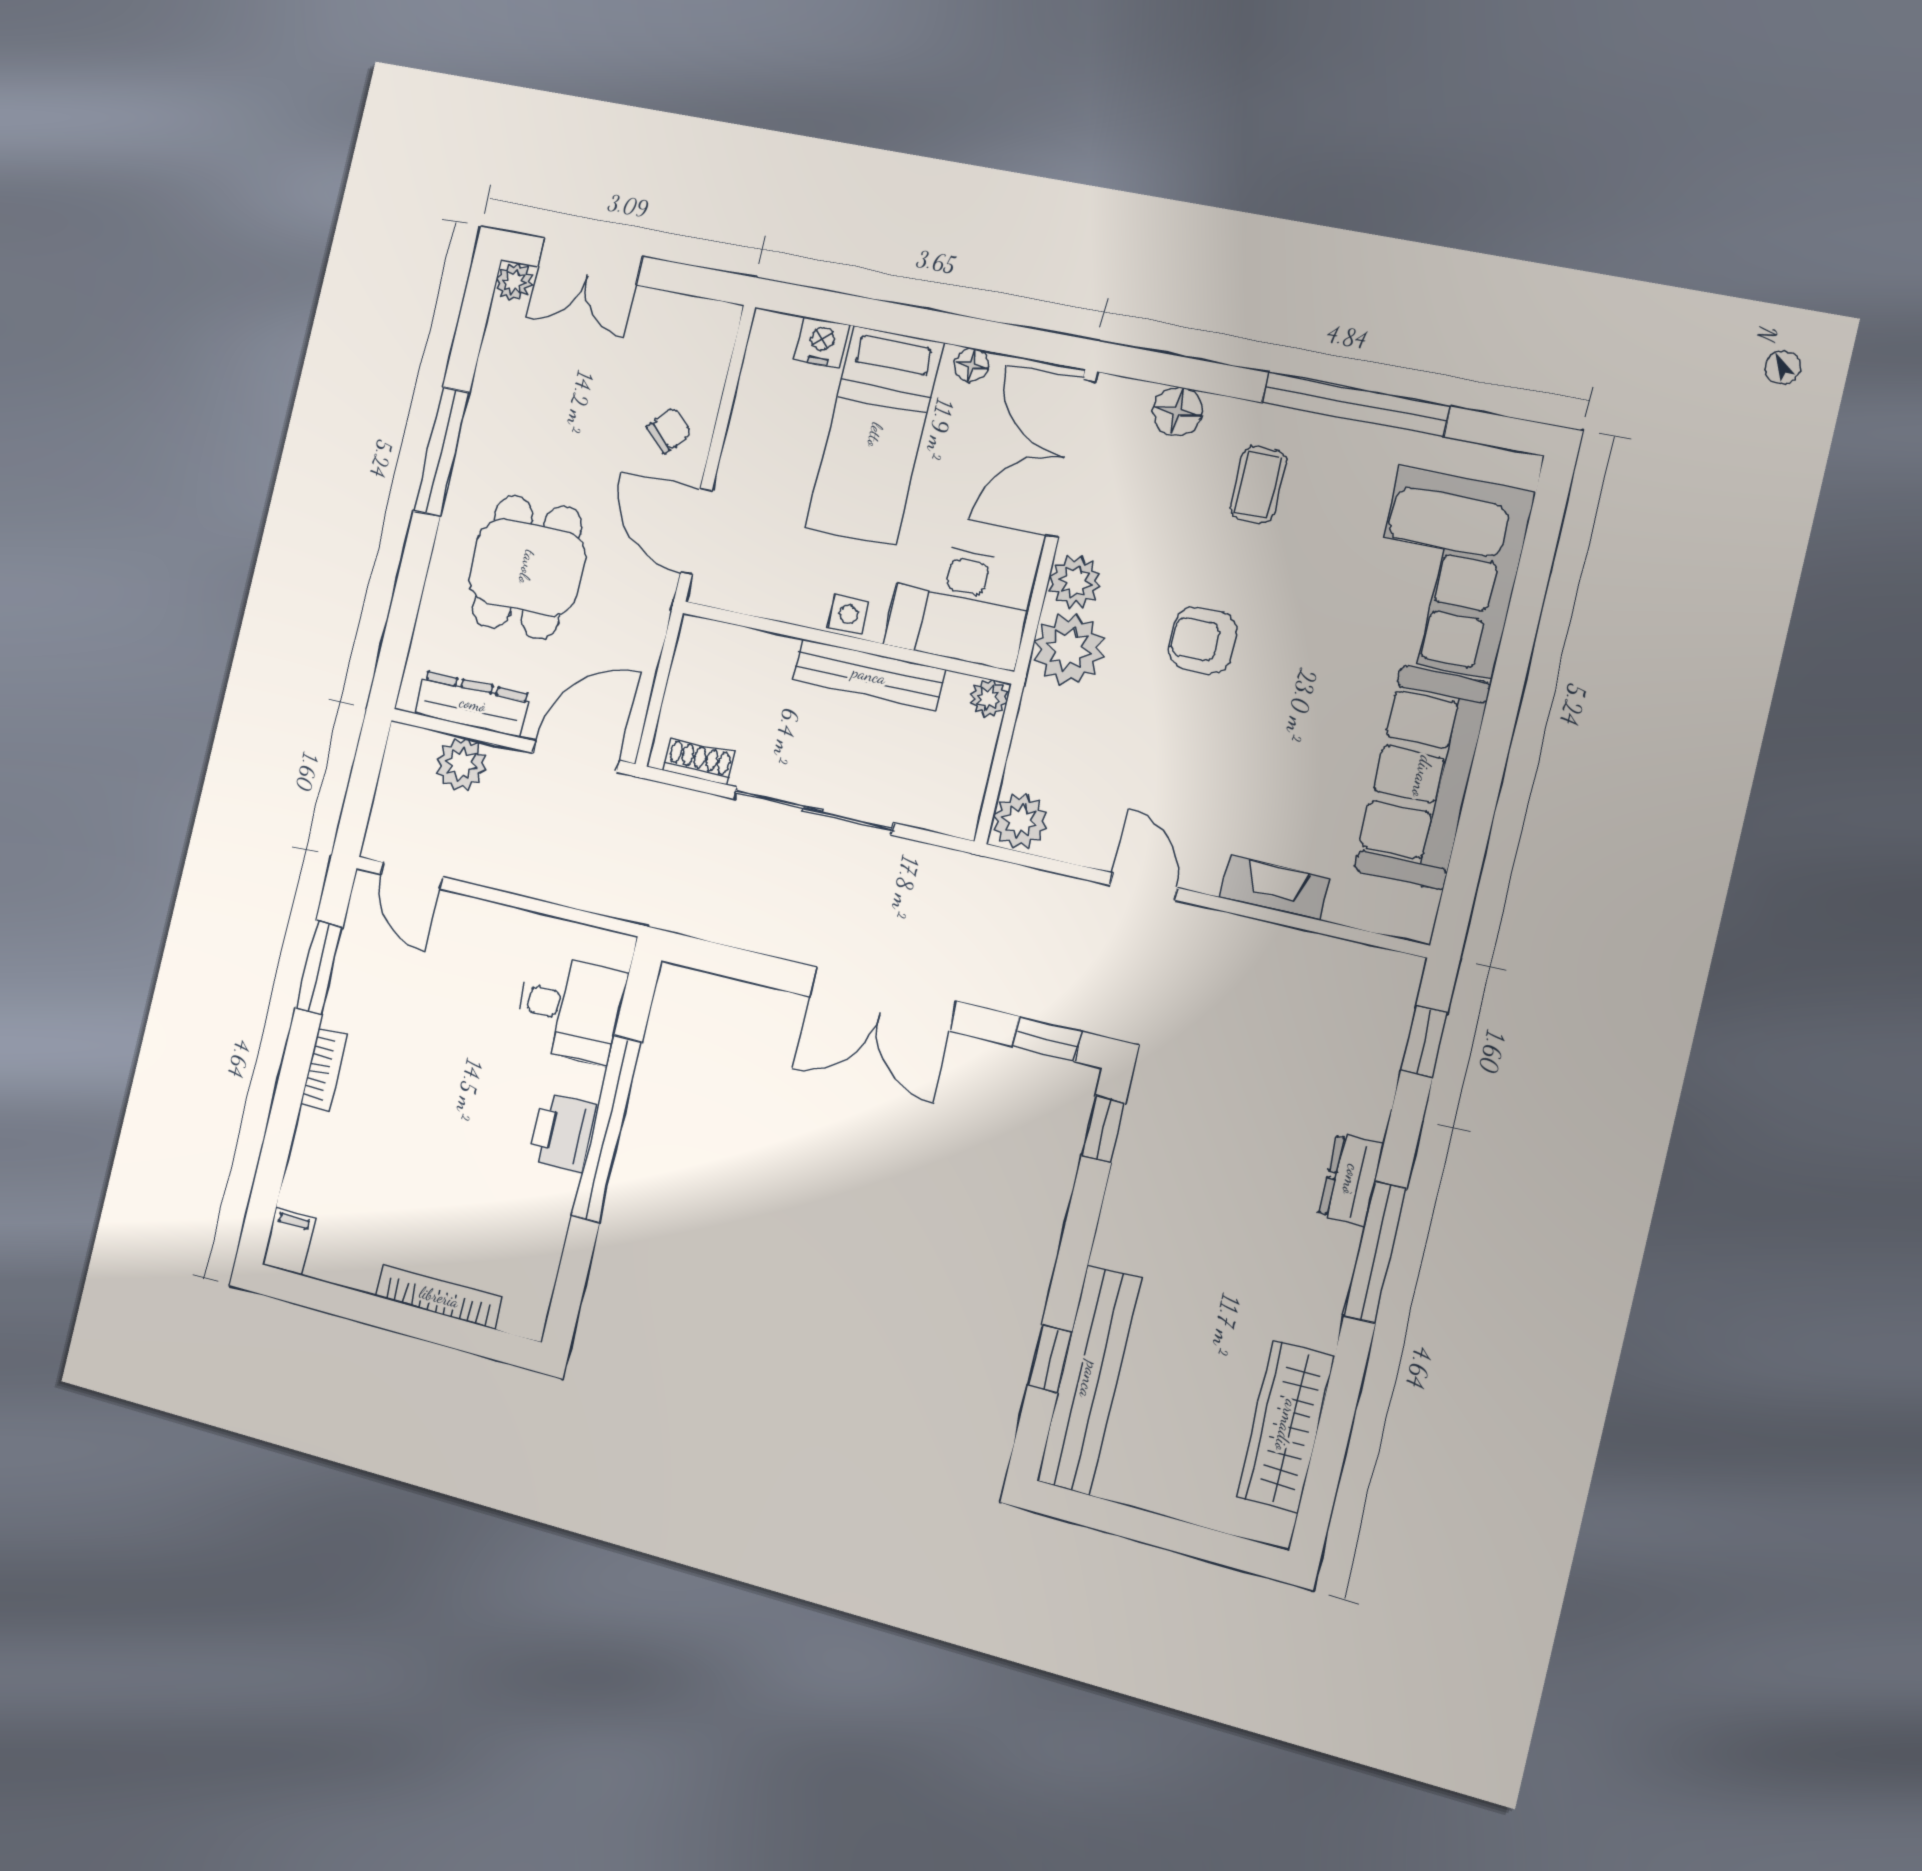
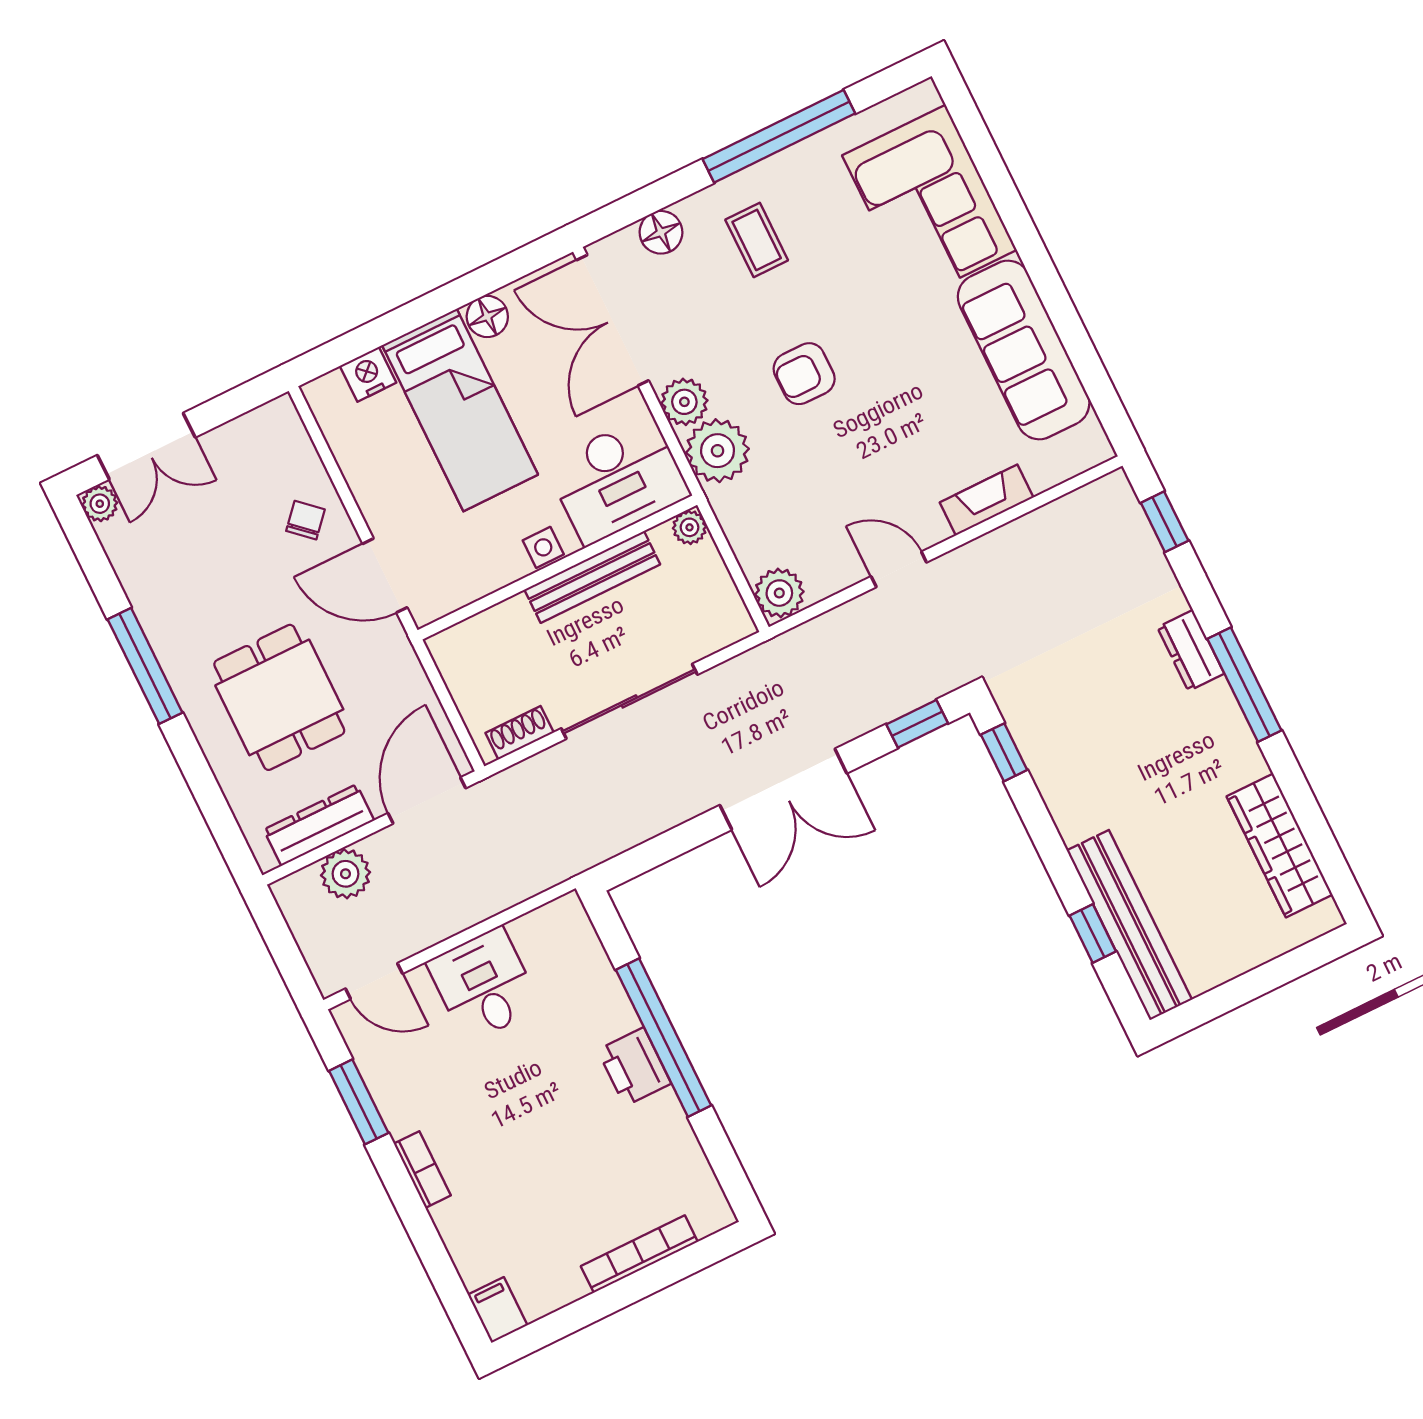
floor lamp: (972, 365) -> (487, 317), width x1.37, depth x1.37
desk: (570, 1008) -> (484, 985), moved, turned -90

